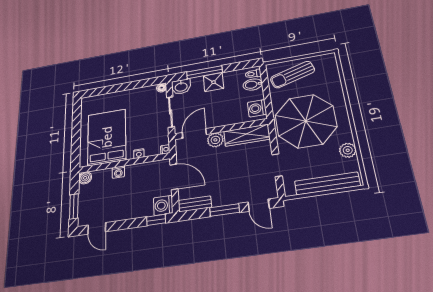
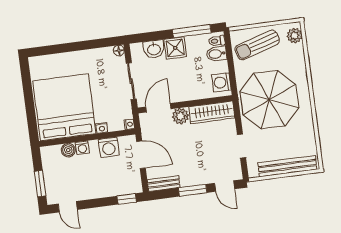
window: (205, 72) -> (192, 31), moved
washbasin: (181, 87) -> (154, 49), moved
bed: (107, 137) -> (64, 107), width x1.36
plant: (348, 150) -> (295, 36), moved
boiler: (85, 178) -> (68, 150), moved
washing machine: (163, 205) -> (109, 147), moved, turned -90

